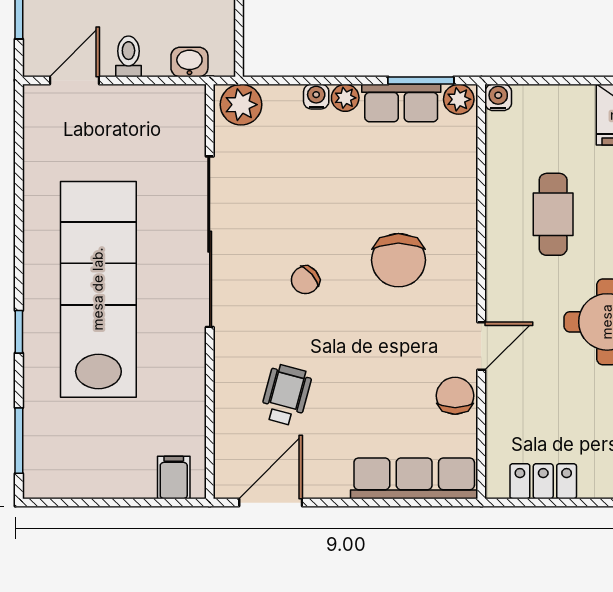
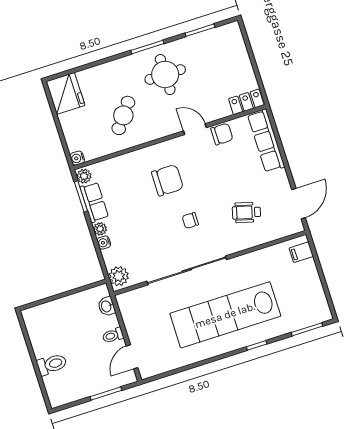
door: (75, 80) -> (132, 357), hinge flipped
cafe table: (553, 214) -> (123, 115), turned -53
chair: (305, 280) -> (190, 220), turned 131
chair: (455, 396) -> (222, 134), turned 180
locker: (543, 481) -> (246, 102), moved, turned 90
door: (271, 503) -> (299, 204), swing flipped

